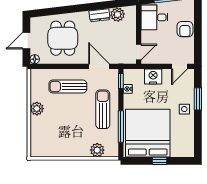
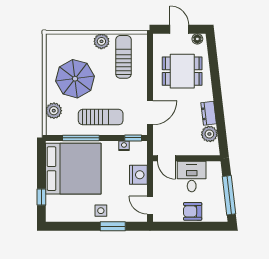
desk: (155, 17) -> (192, 176), moved
floor lamp: (35, 59) -> (197, 39), moved
sun lounger: (68, 86) -> (123, 57), moved
parasol: (69, 132) -> (75, 79), added
window: (160, 161) -> (41, 197), moved

